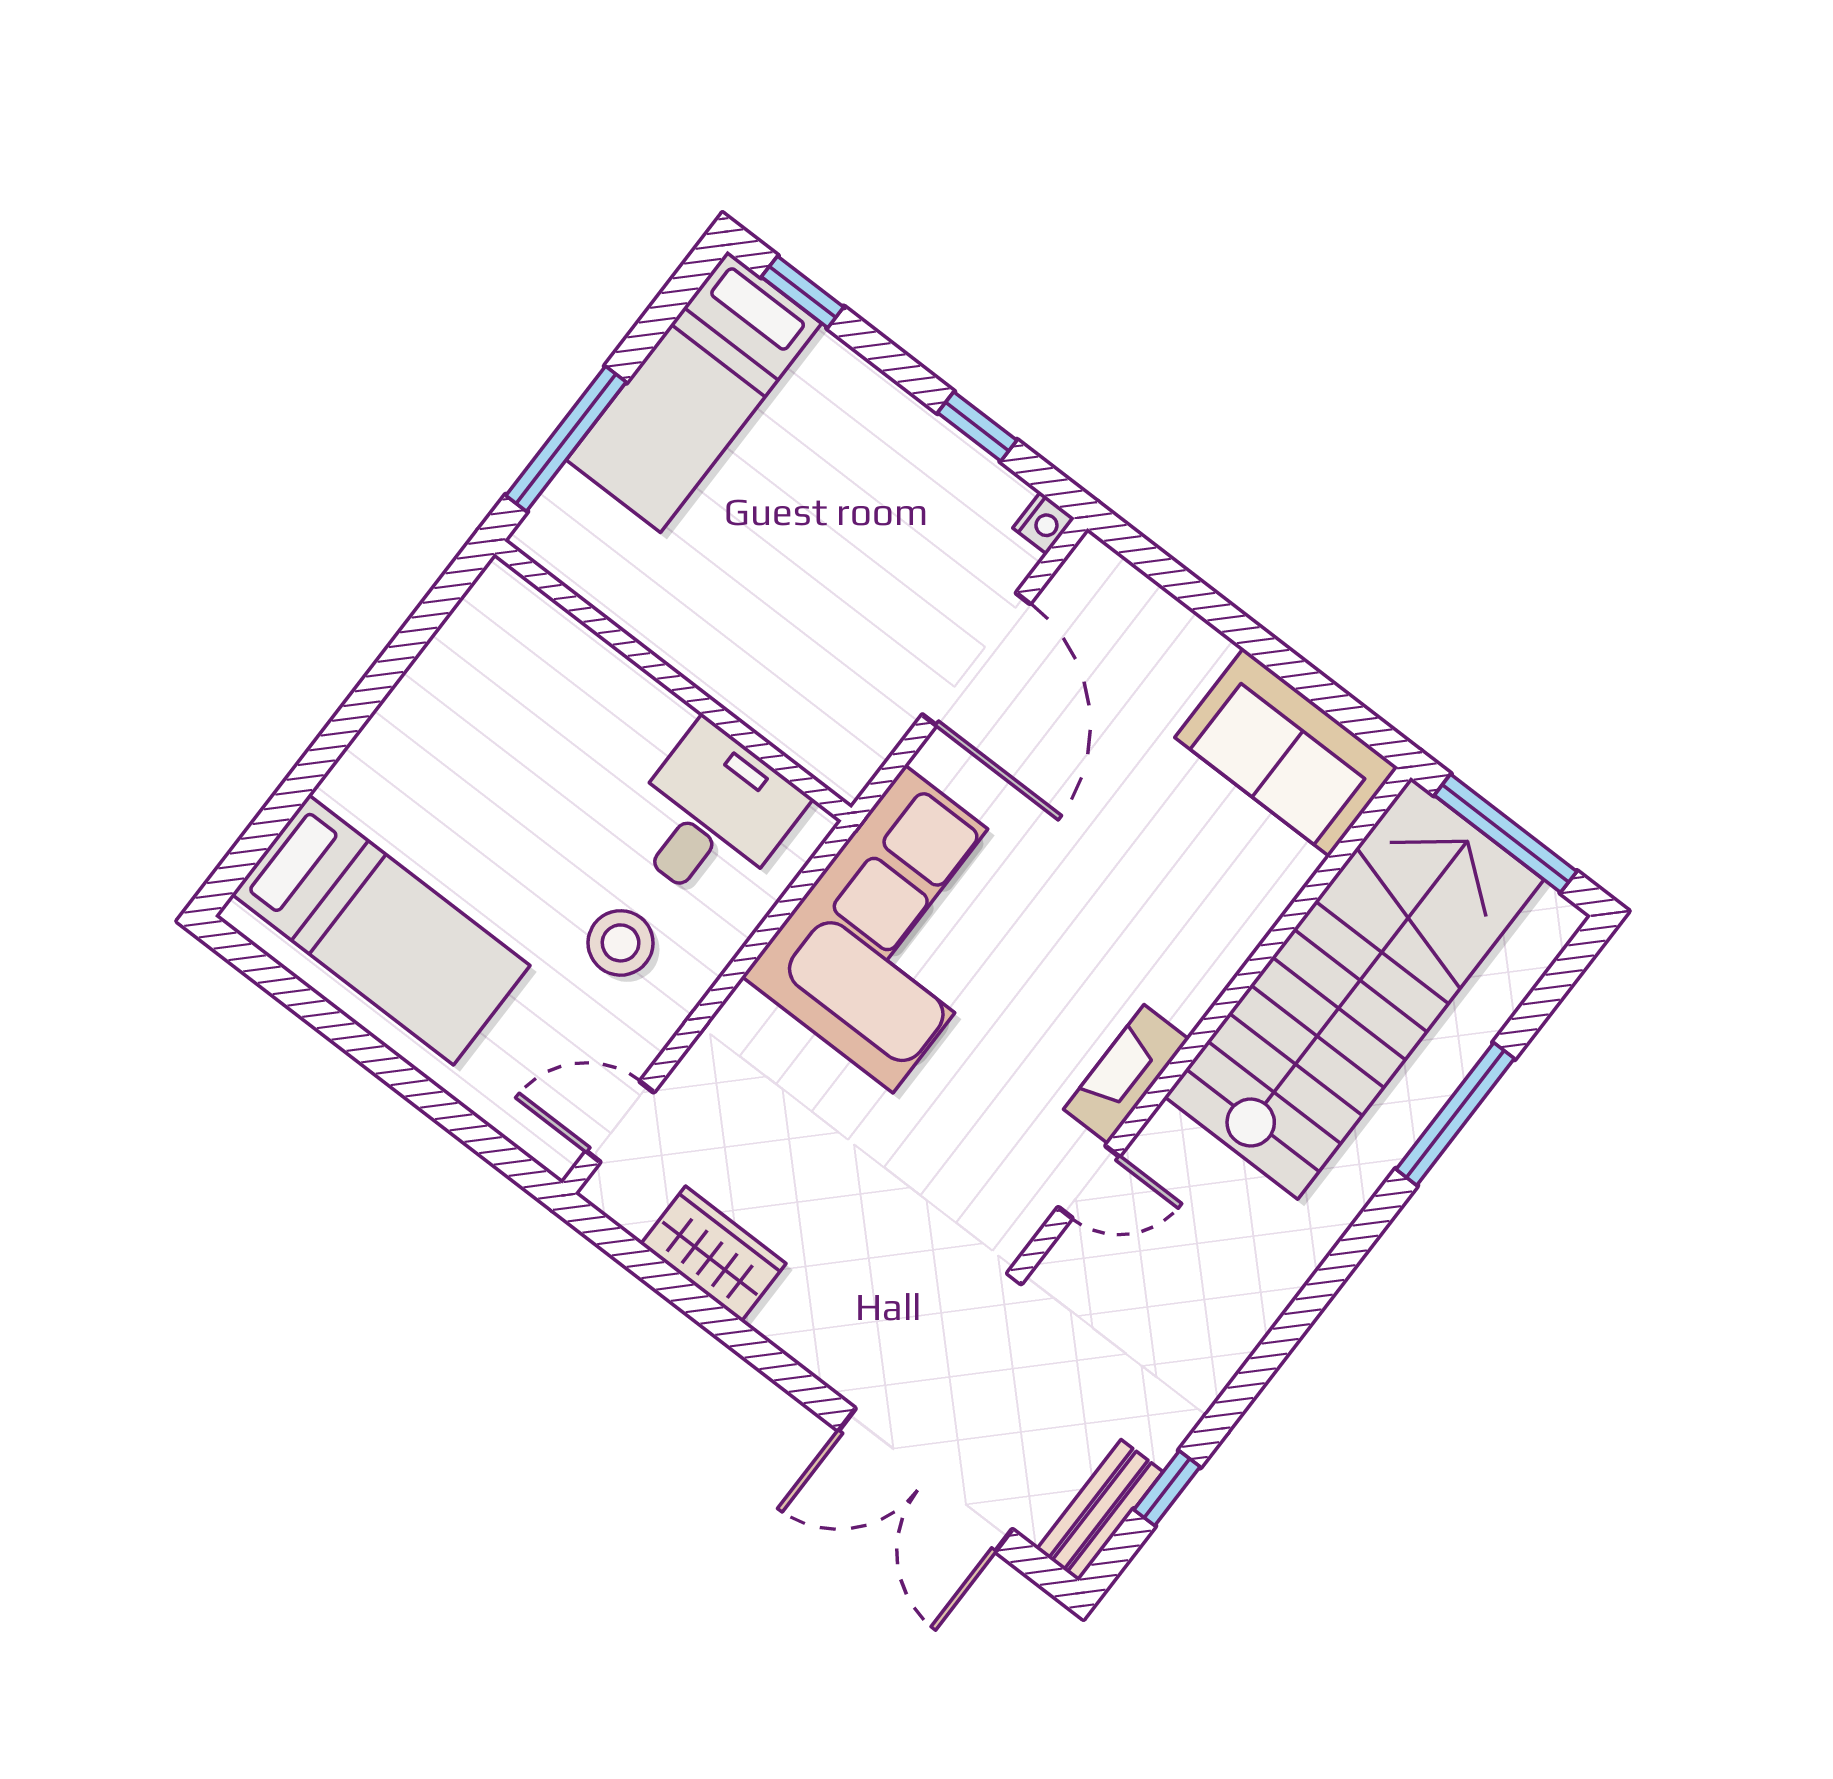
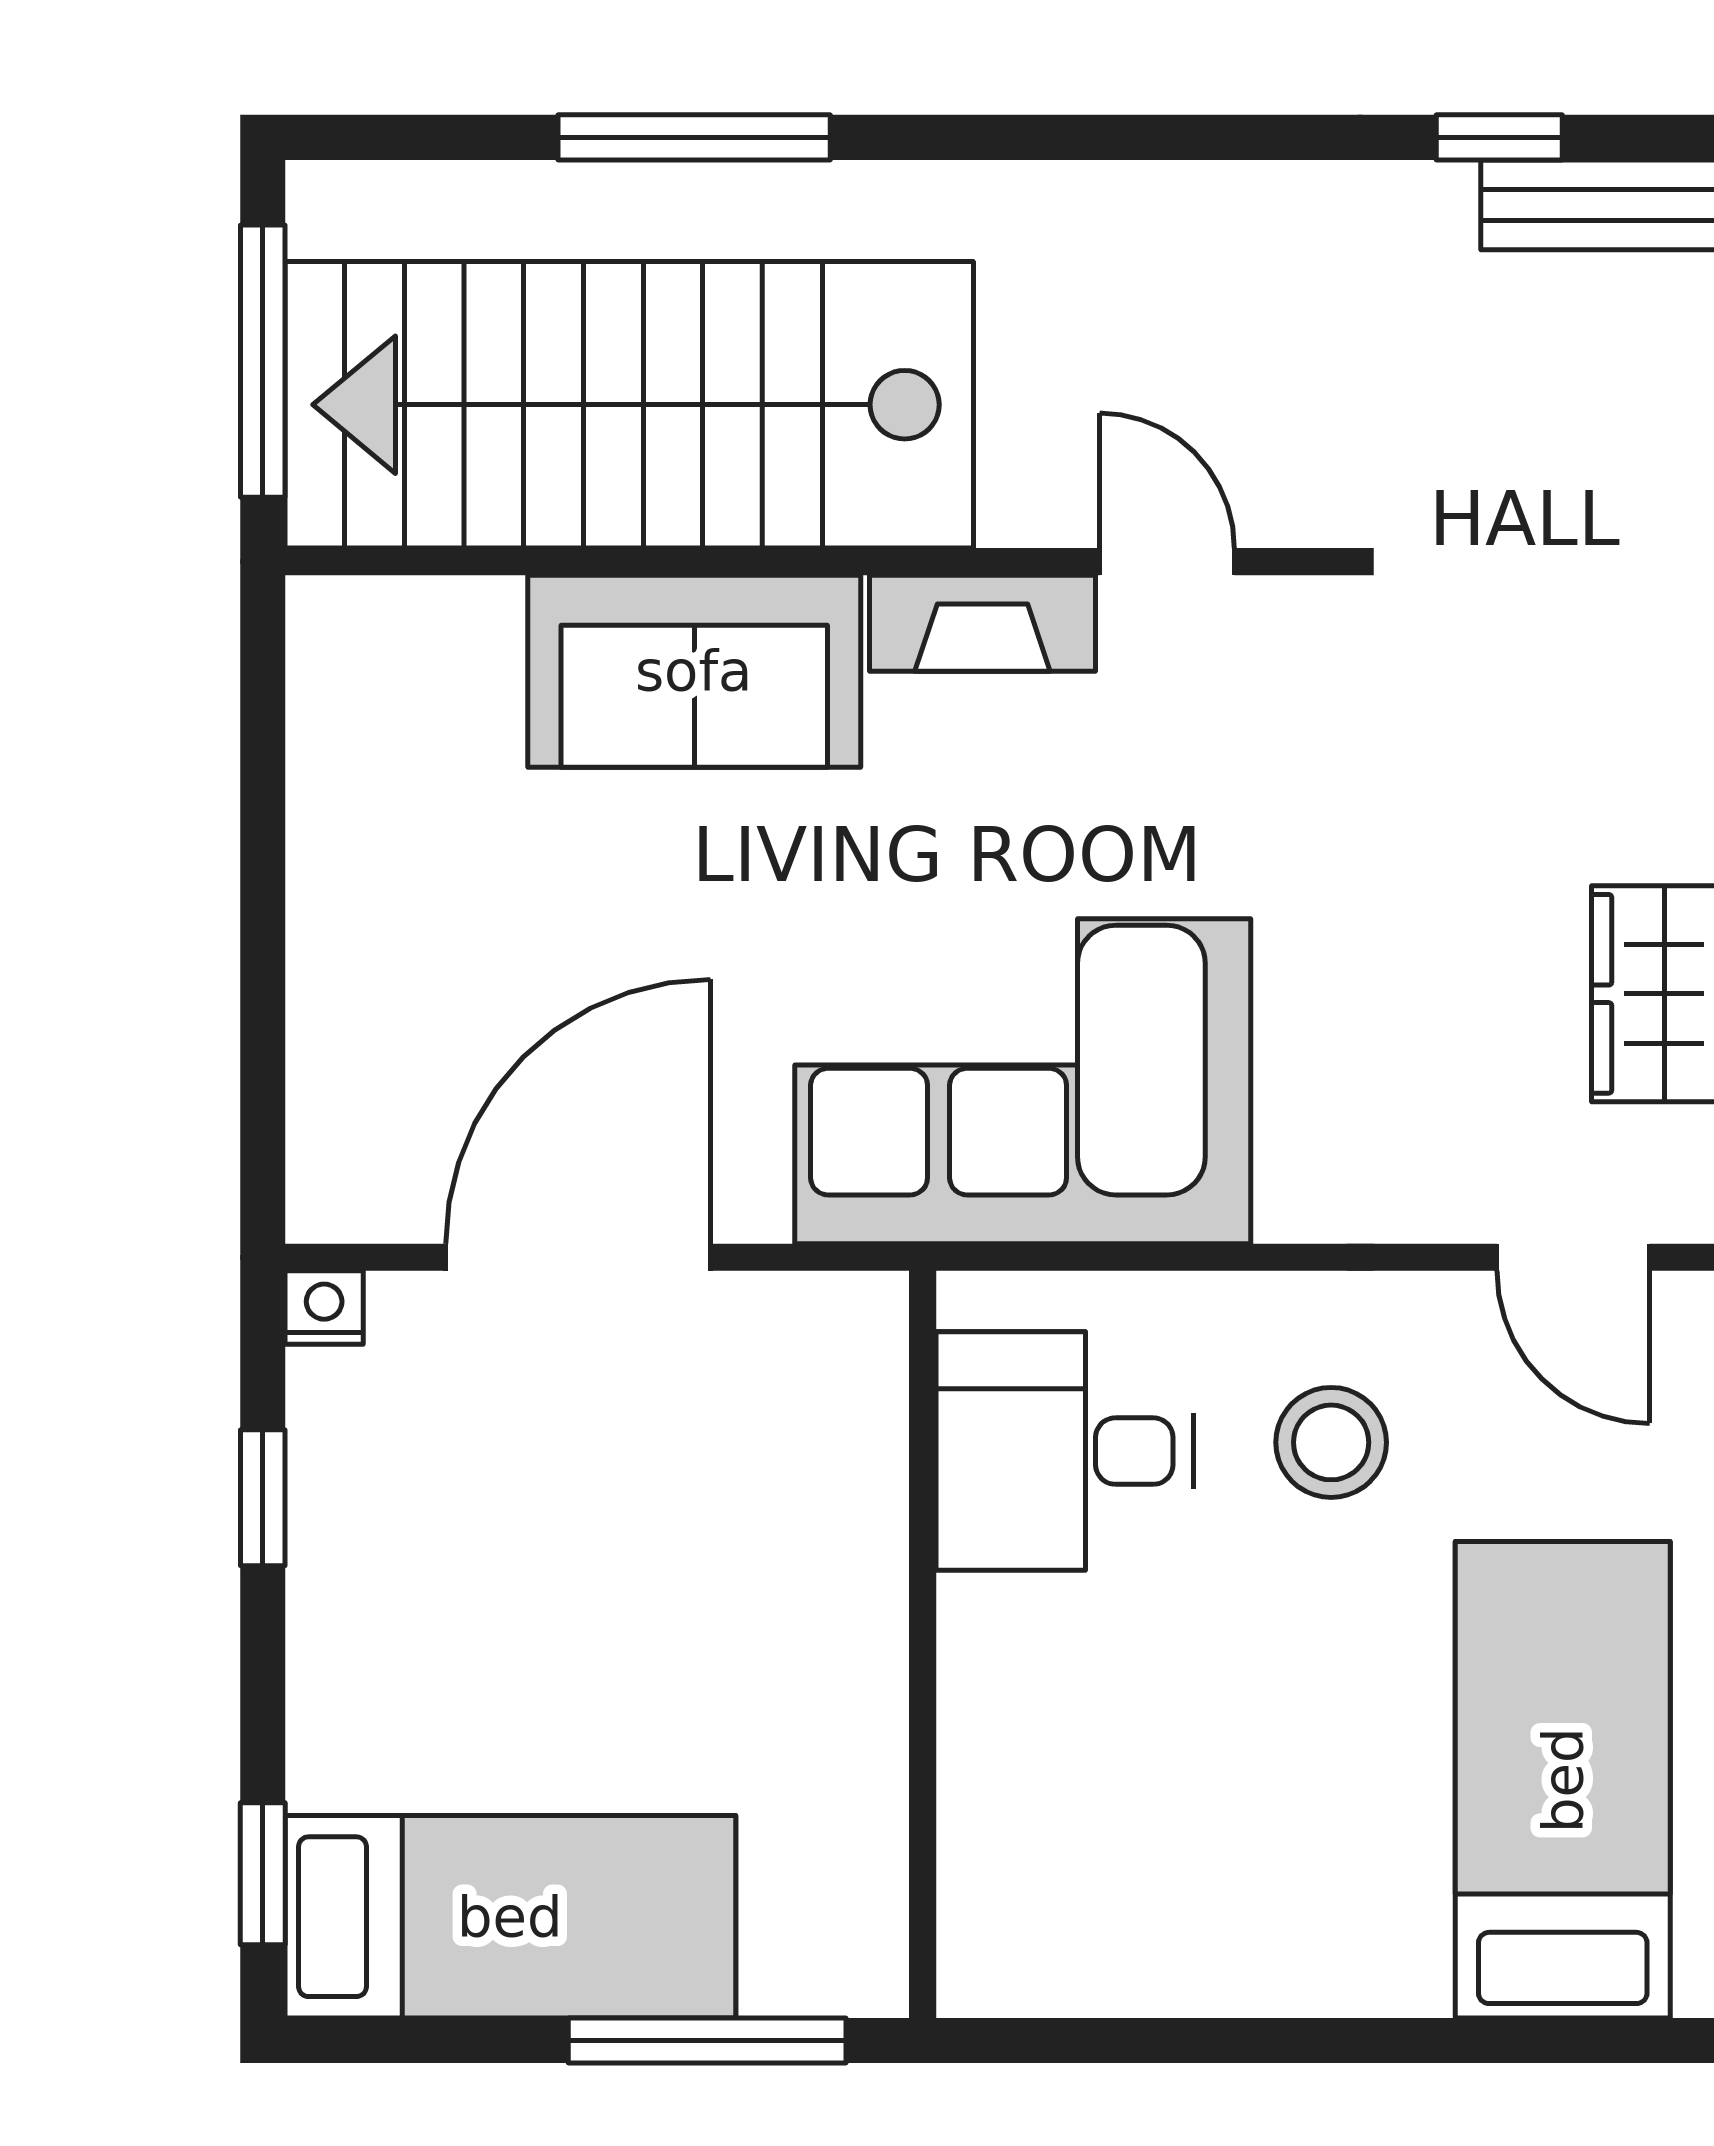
sofa: (1286, 752) -> (694, 671), moved, turned 90

